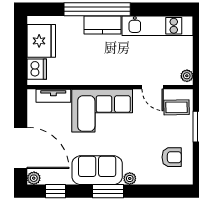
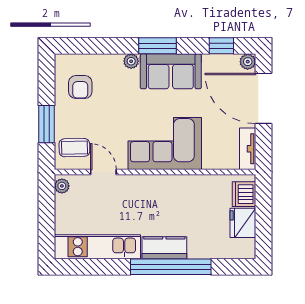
fridge: (41, 41) -> (243, 223), width x0.73, depth x0.75
tv unit: (53, 96) -> (248, 149), moved, turned -90
armchair: (172, 157) -> (80, 87), turned -90

